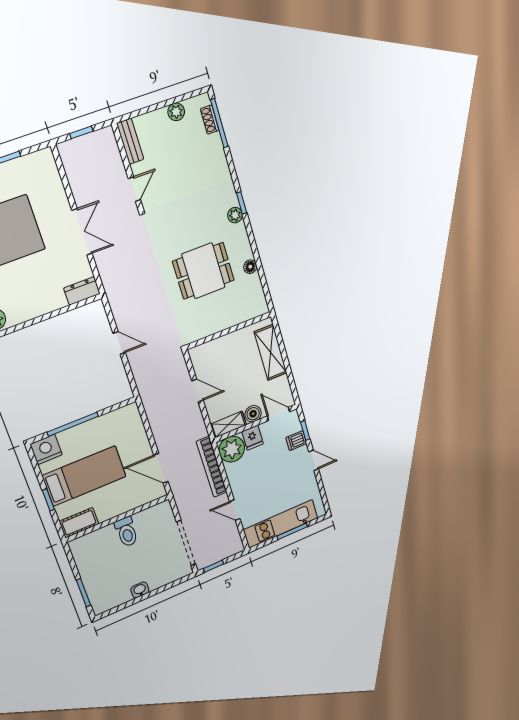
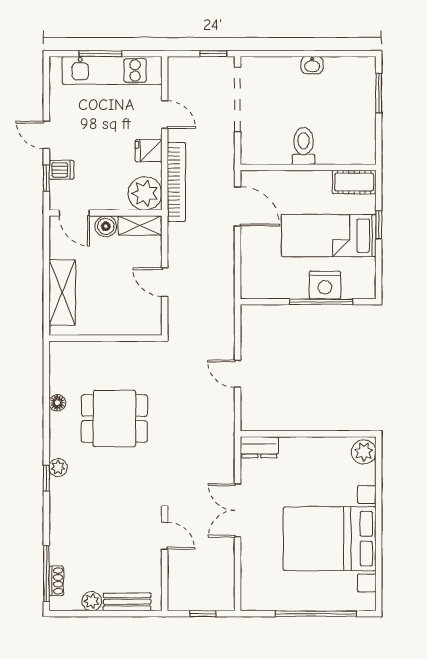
bench: (130, 141) -> (127, 602), moved, turned 90
door: (134, 189) -> (165, 536), swing flipped
fridge: (253, 438) -> (149, 151), moved, turned -90
nightstand: (46, 449) -> (325, 285), moved

